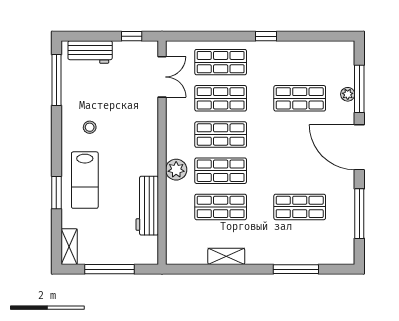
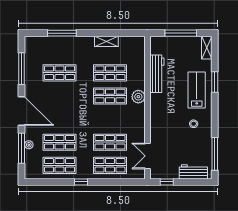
shop shelf: (221, 135) -> (59, 165), moved

